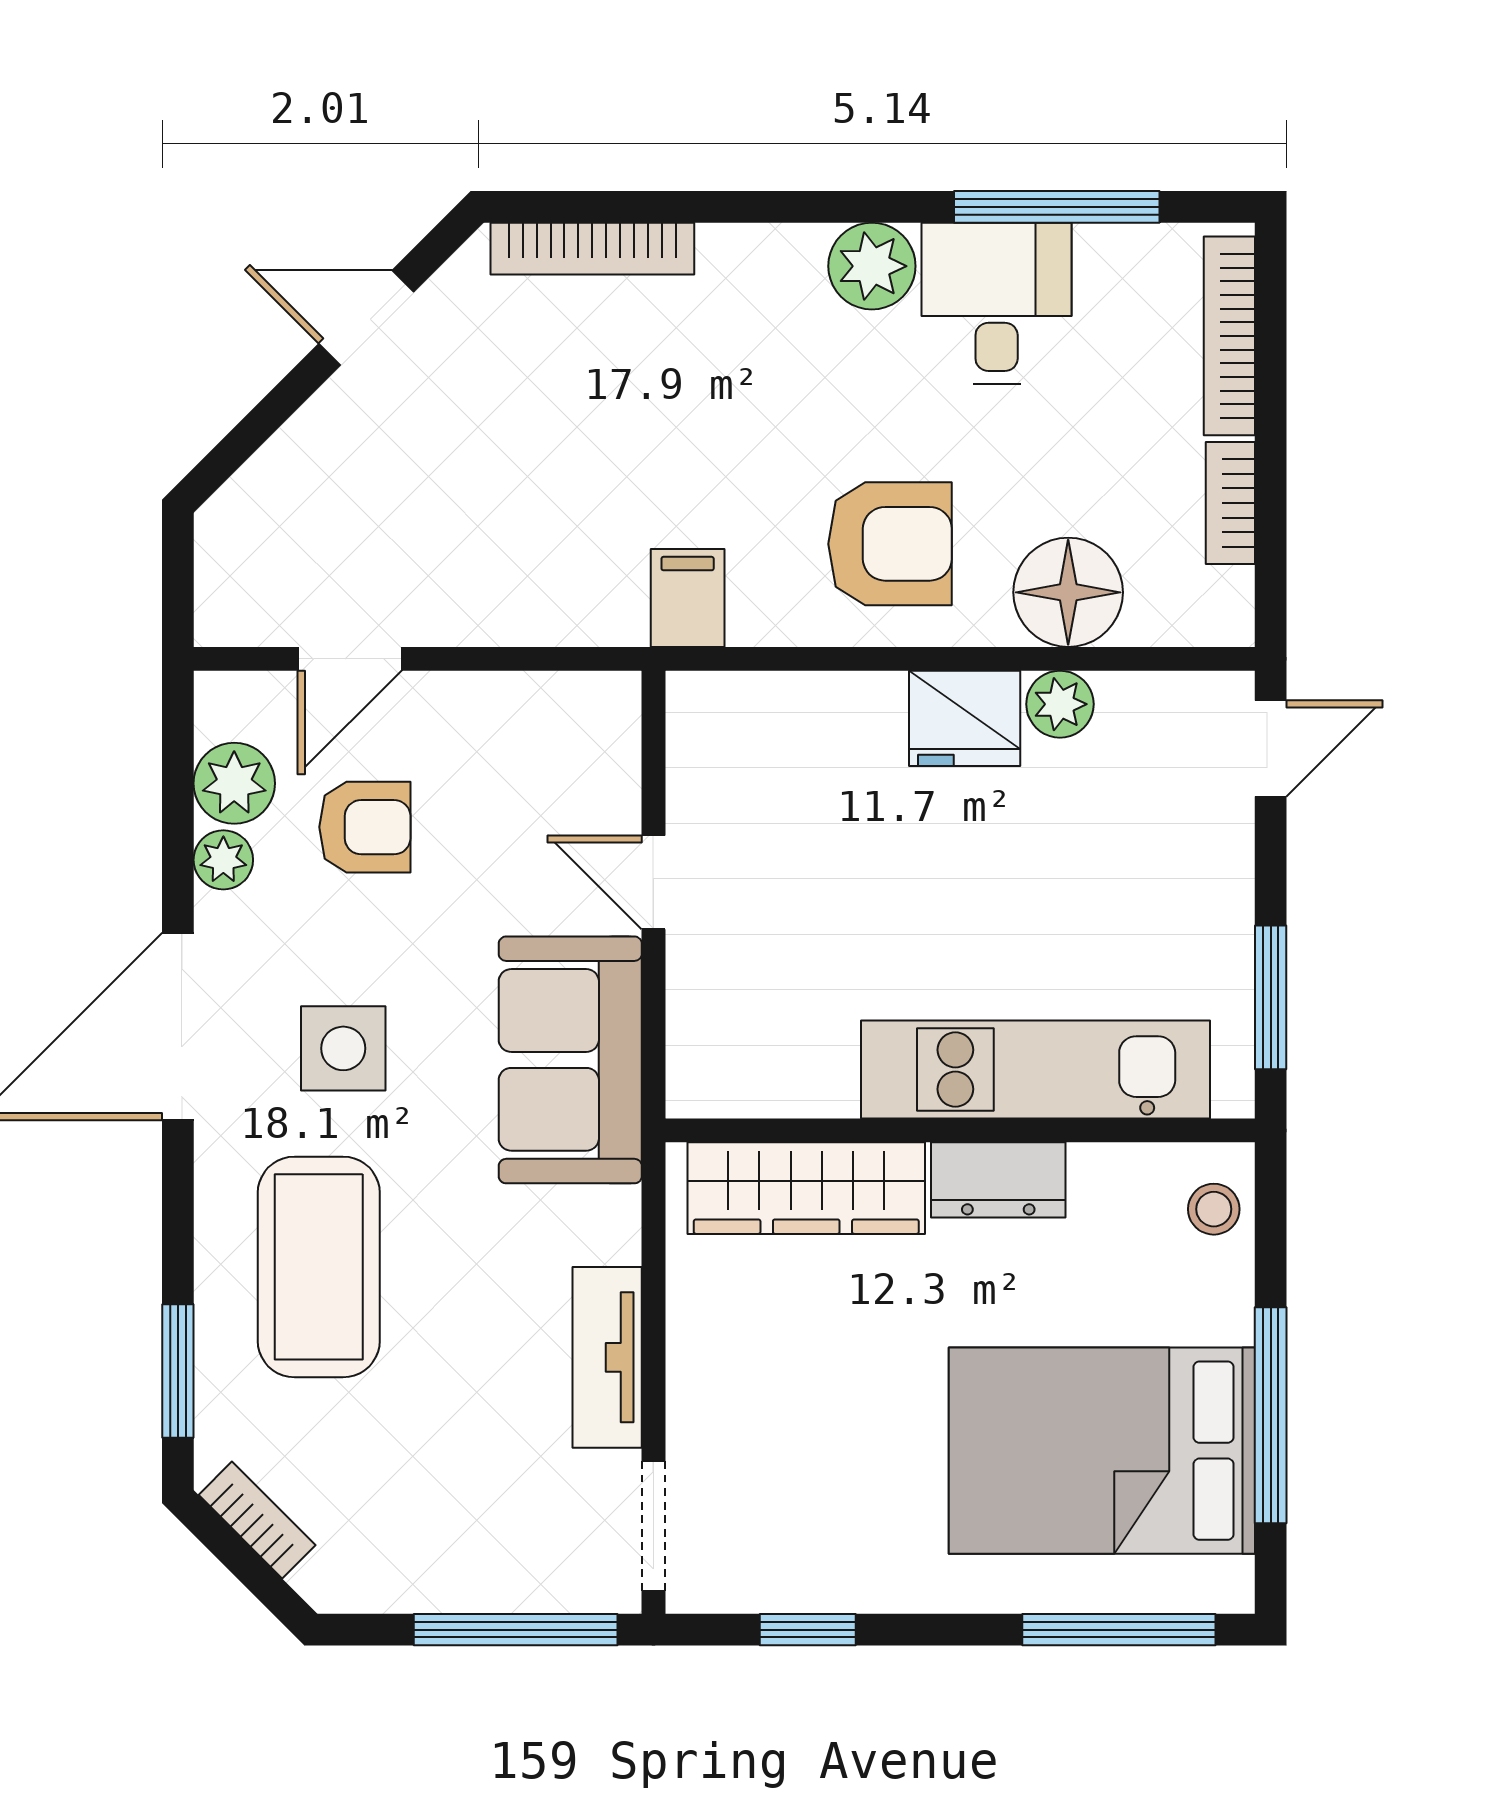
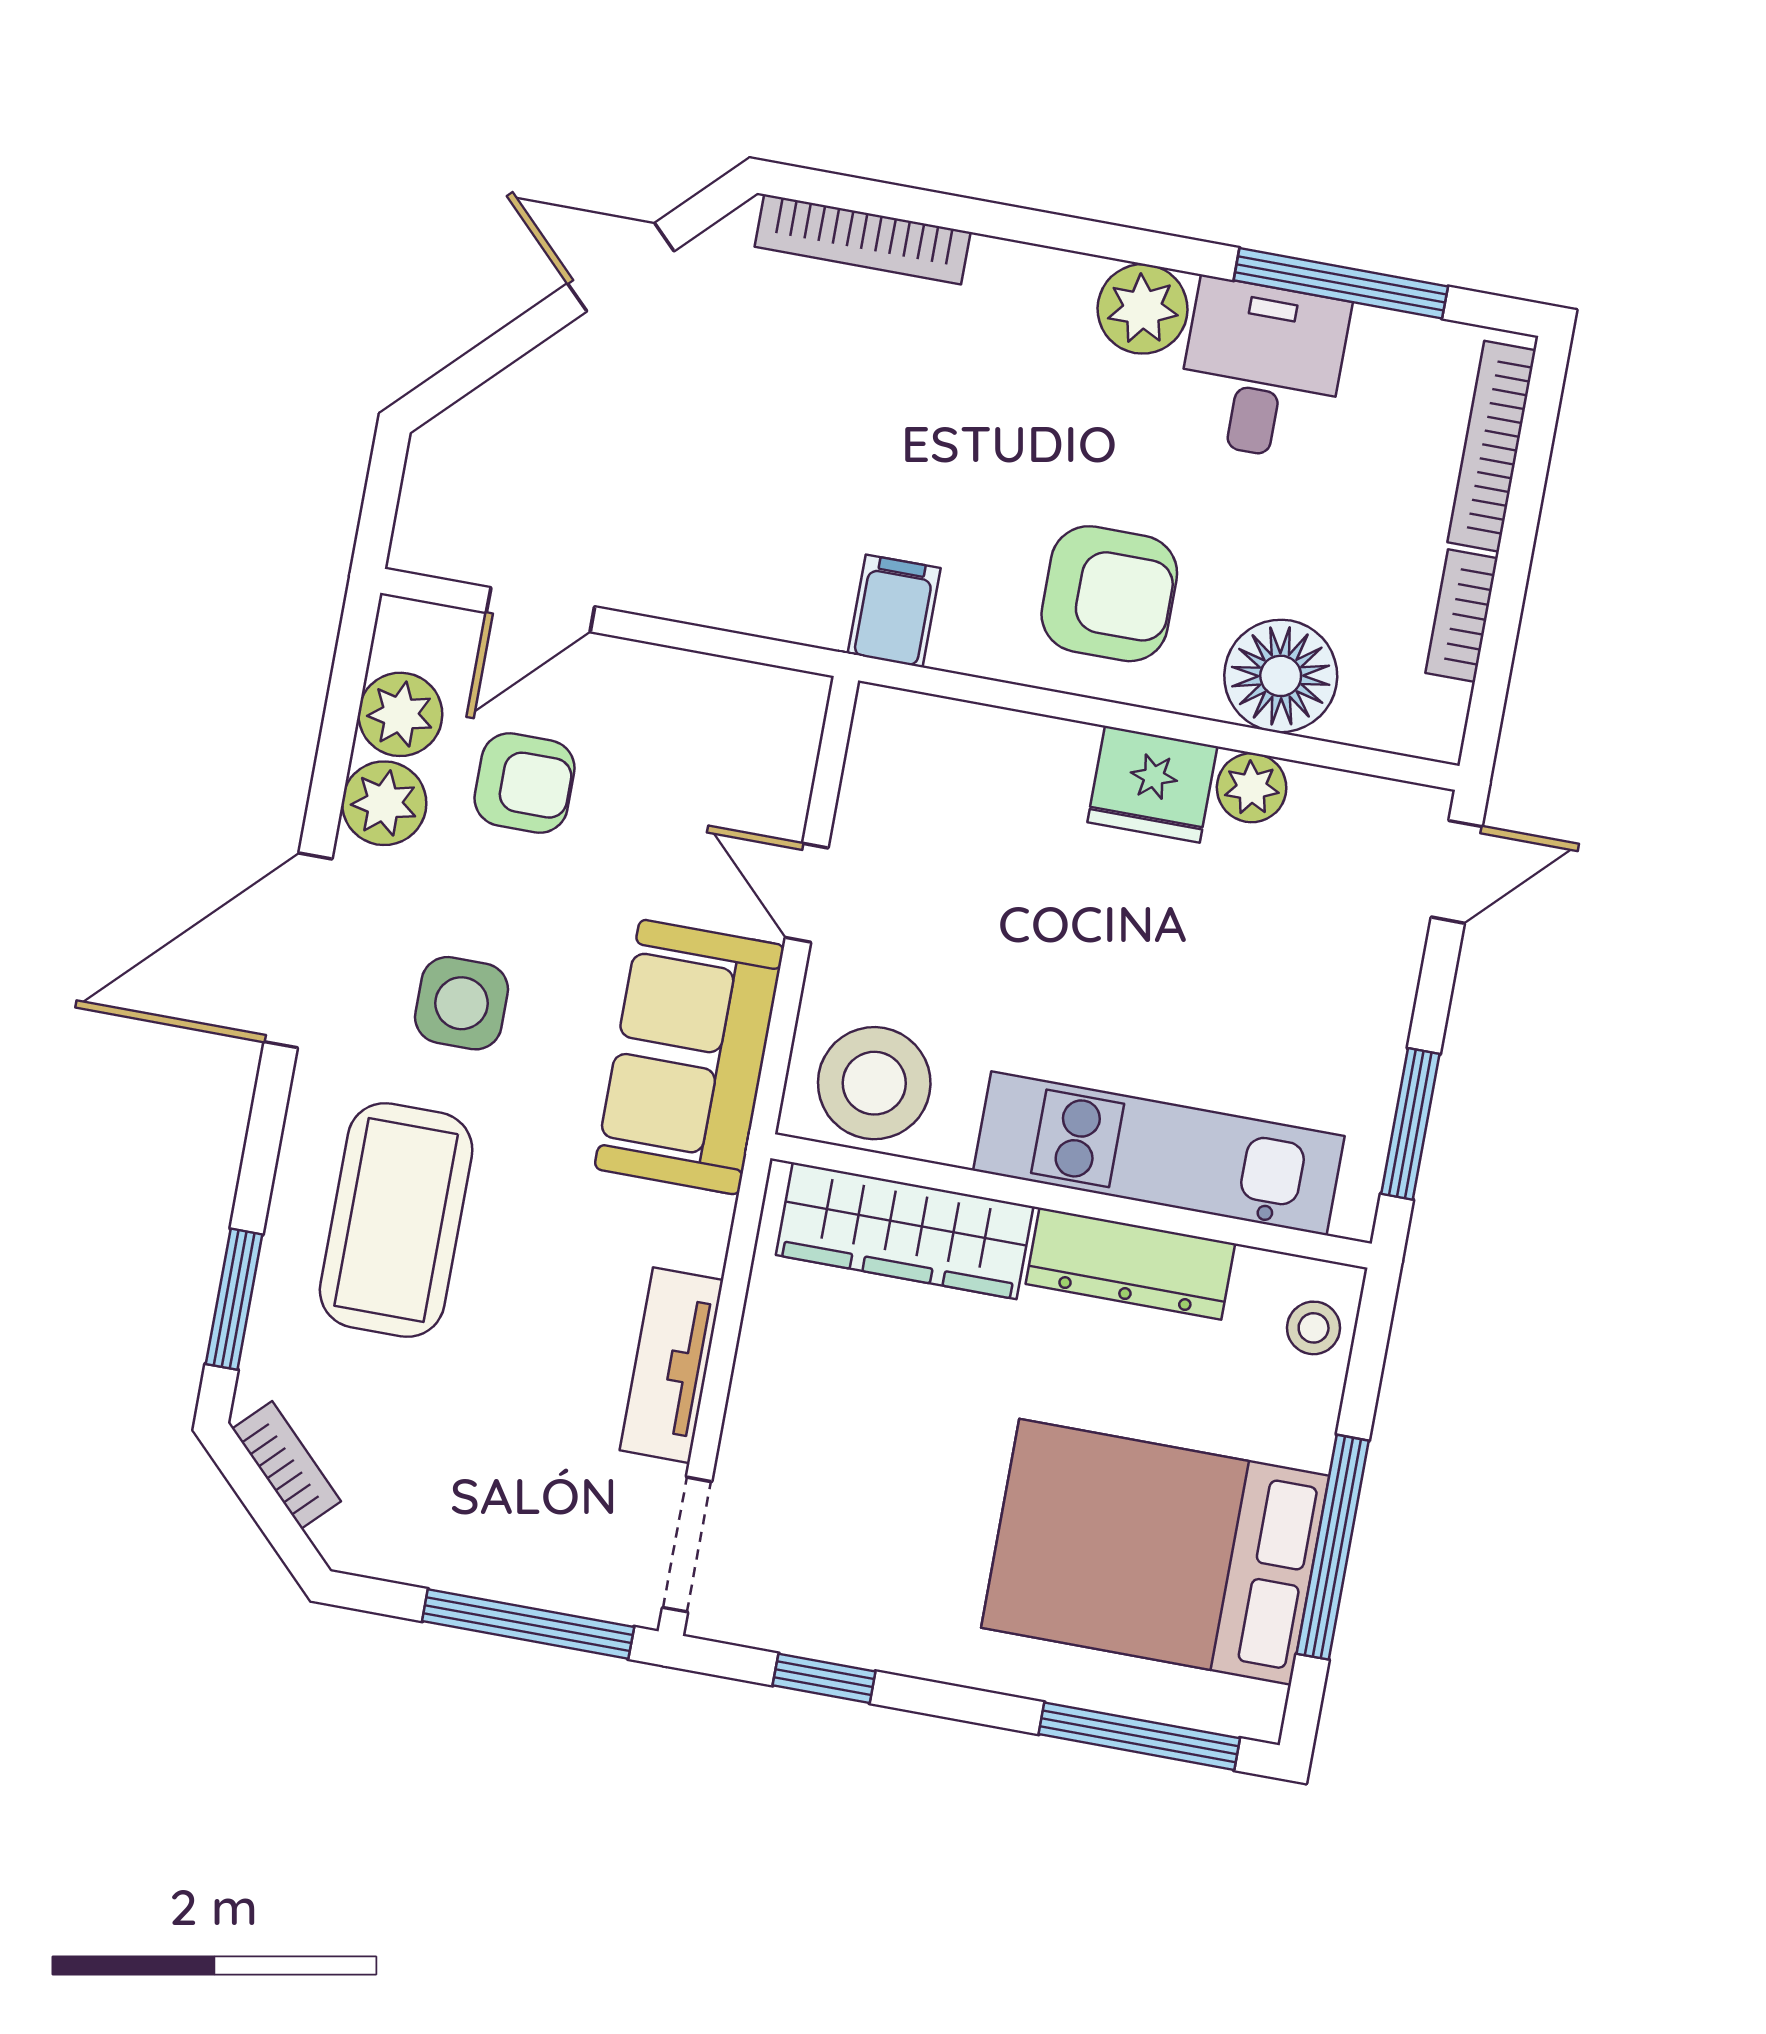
plant: (223, 860) -> (384, 803), width x1.38, depth x1.38
stool: (751, 1052) -> (874, 1083), added
dresser: (998, 1180) -> (1130, 1264), width x1.44

